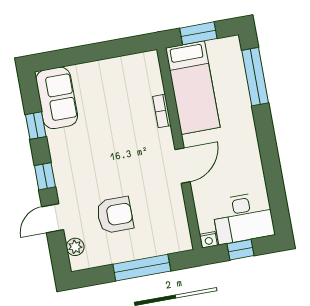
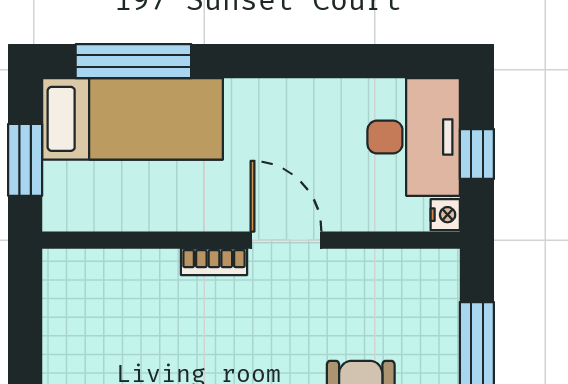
bed: (193, 88) -> (133, 119), moved
bookcase: (162, 111) -> (214, 262), moved

